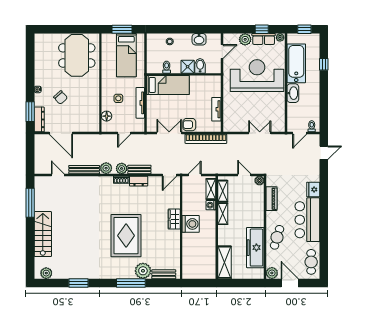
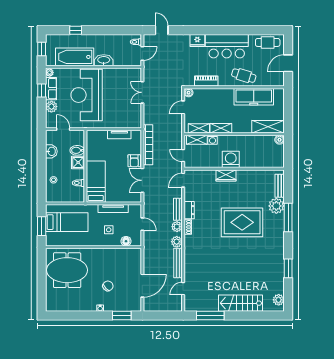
dresser: (39, 119) -> (129, 307), removed
door: (300, 133) -> (142, 54), hinge flipped
door: (169, 175) -> (183, 180), swing flipped
plant: (272, 273) -> (278, 81), removed
boiler: (211, 274) -> (280, 140), added

